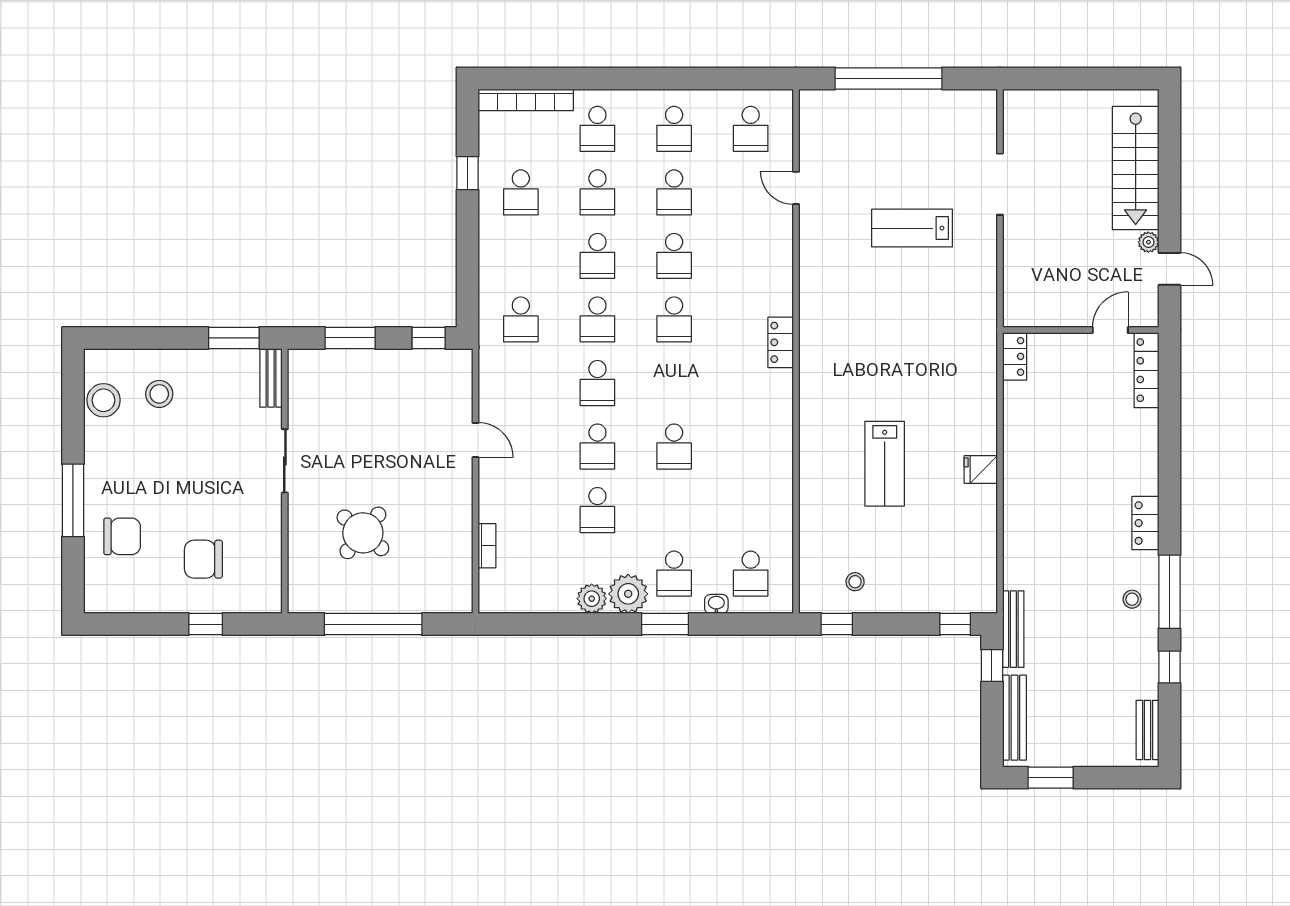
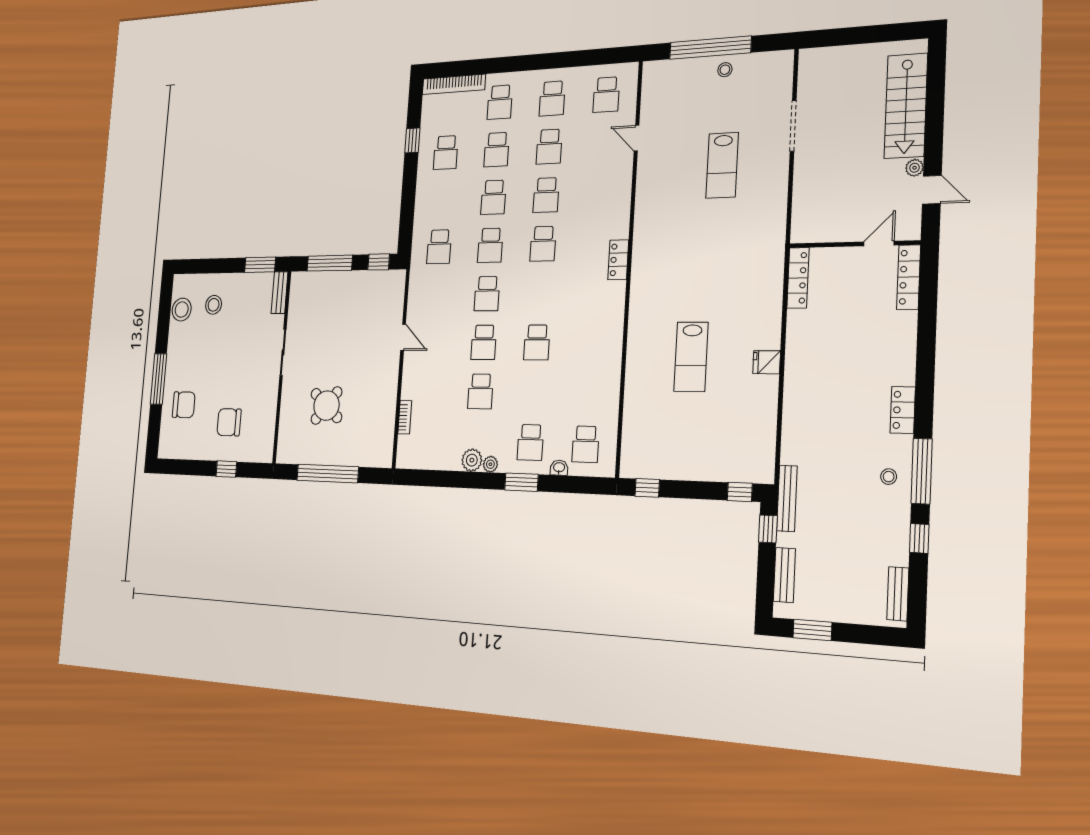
lab bench: (912, 228) -> (722, 165), turned -90
window: (350, 338) -> (330, 263), width x1.44
locker: (1015, 356) -> (798, 278), width x1.53
stool: (855, 582) -> (725, 70), moved
plant: (628, 594) -> (490, 464), width x0.53, depth x0.53
bench: (1014, 718) -> (784, 575), width x0.73

